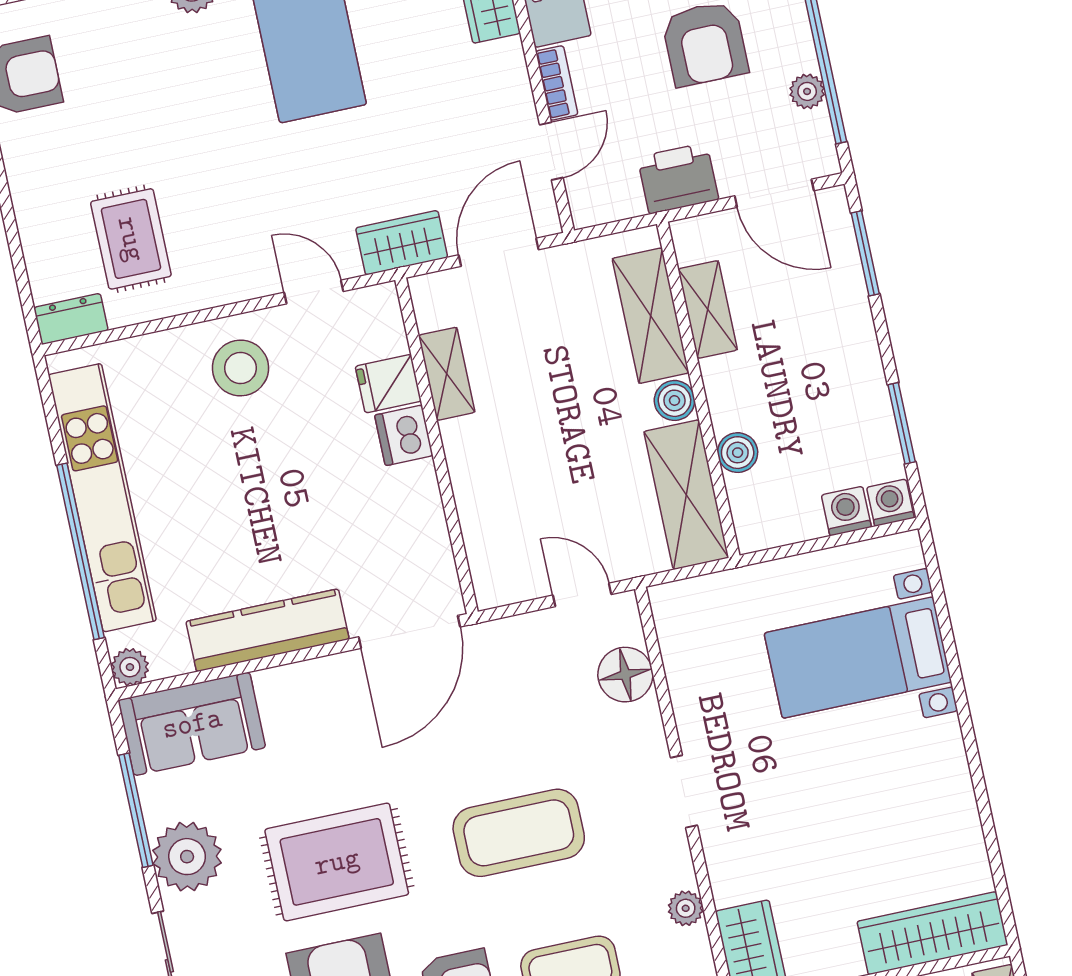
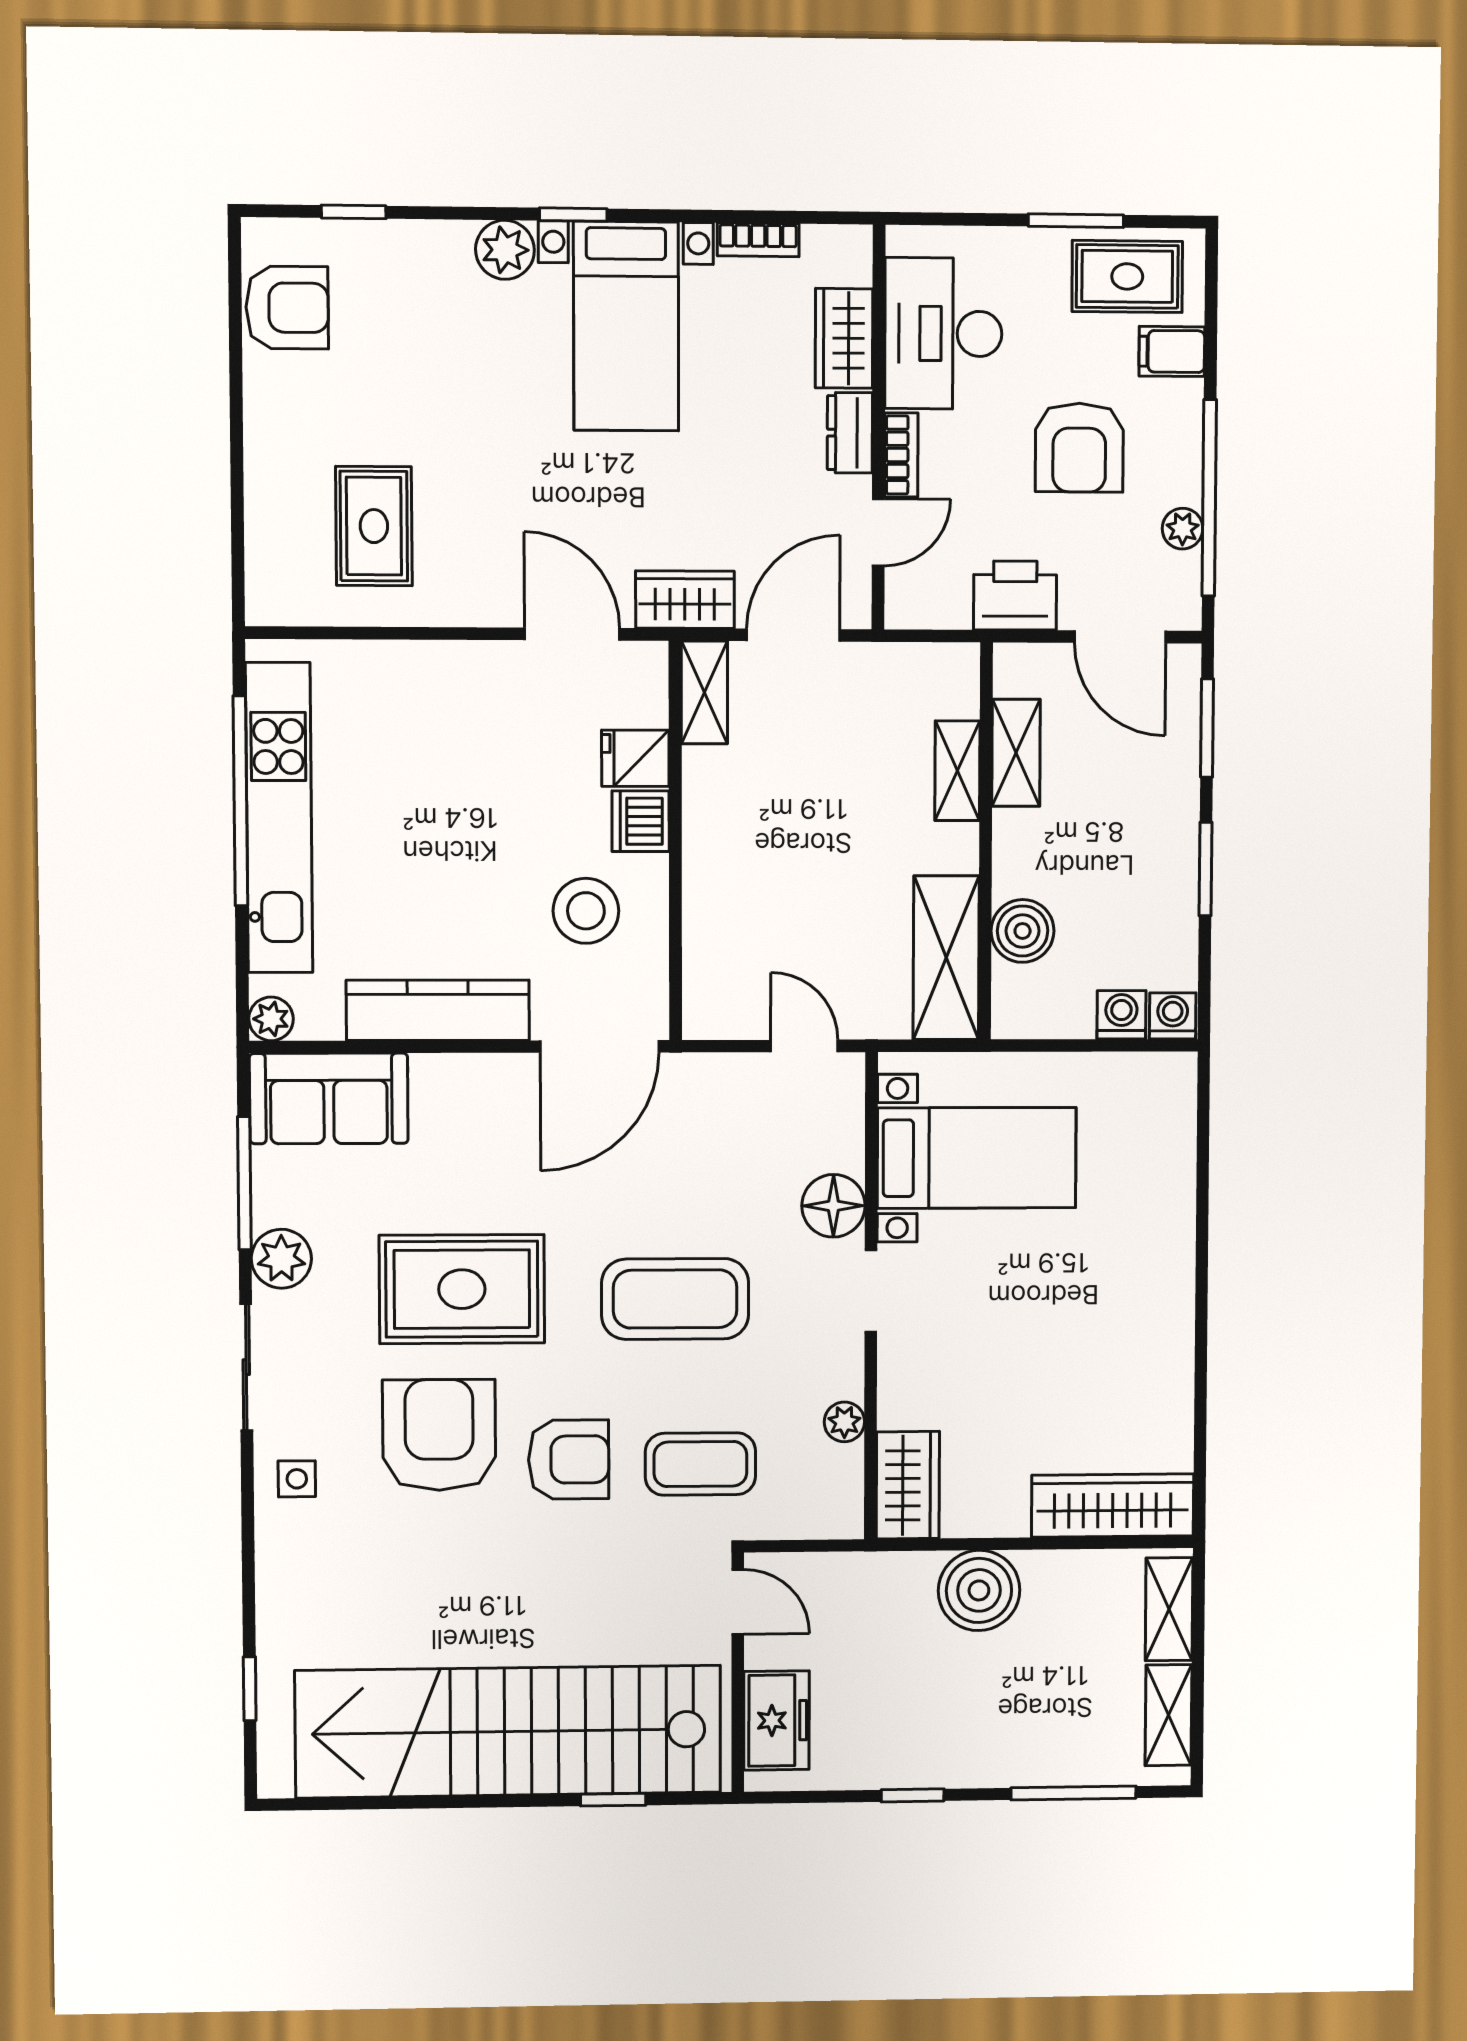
door: (314, 292) -> (572, 634), width x1.38
shelving: (651, 316) -> (957, 771), width x0.67, depth x0.75
dresser: (71, 319) -> (850, 433), moved, turned -90
stool: (240, 368) -> (586, 911), moved
shelving: (447, 374) -> (704, 692), moved
boiler: (674, 400) -> (956, 848), removed
window: (902, 423) -> (1206, 869), moved
boiler: (738, 453) -> (1023, 931), width x1.36, depth x1.36
window: (80, 551) -> (240, 801), moved
bed with nightstands: (858, 658) -> (977, 1158), moved, turned 180
floor lamp: (625, 675) -> (833, 1206), moved
plant: (187, 857) -> (281, 1259), width x0.73, depth x0.73

